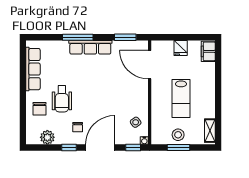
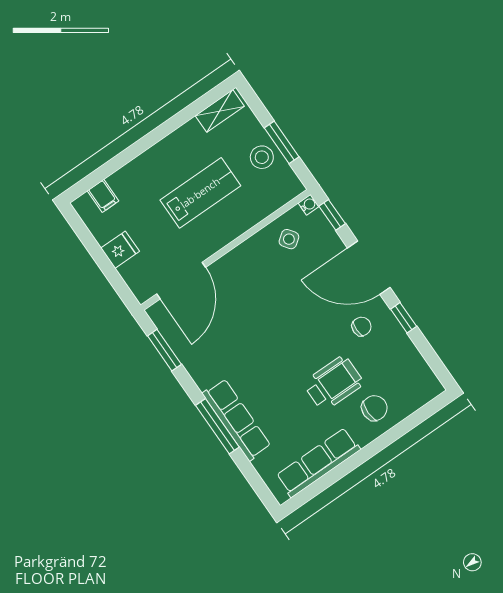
row of seats: (90, 47) -> (237, 420), moved
filing cabinet: (208, 51) -> (103, 196), width x0.50
plant: (47, 137) -> (411, 364), removed

